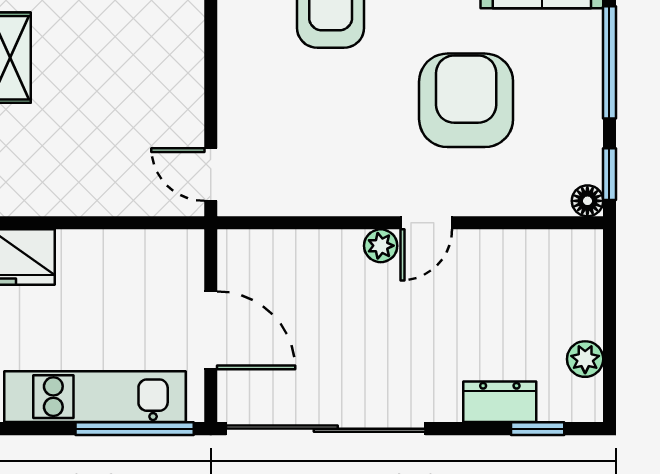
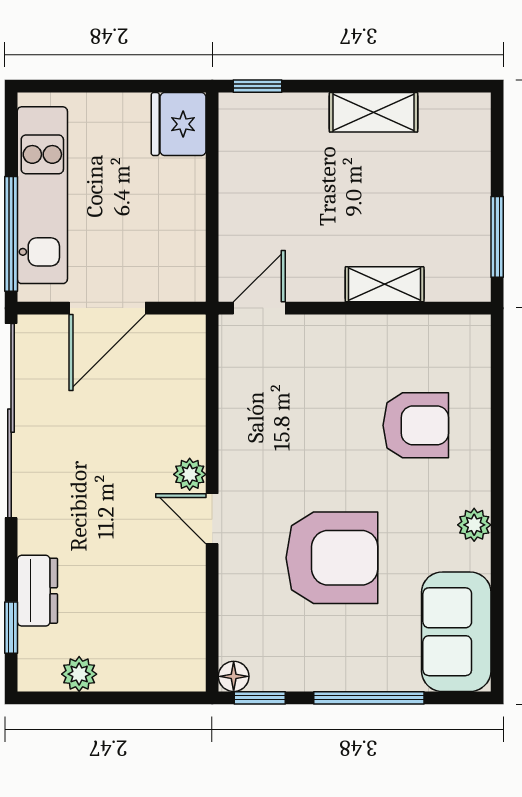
shelving: (186, 46) -> (385, 284), added

